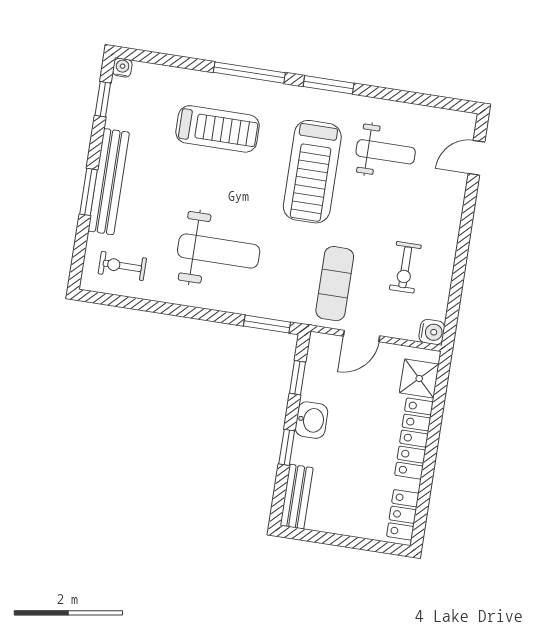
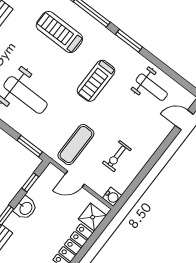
treadmill: (218, 129) -> (59, 32), turned 180
weight bench: (386, 152) -> (152, 87), moved
treadmill: (312, 172) -> (96, 81), width x0.73, depth x0.73

